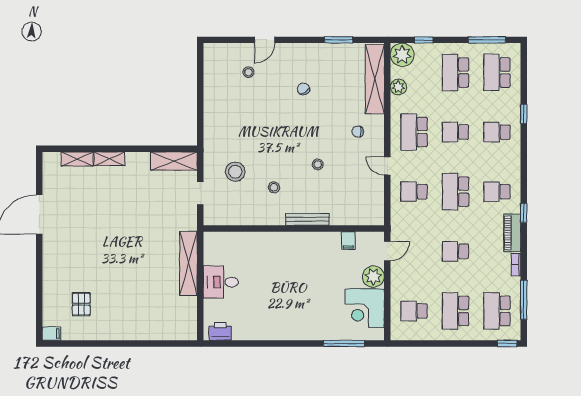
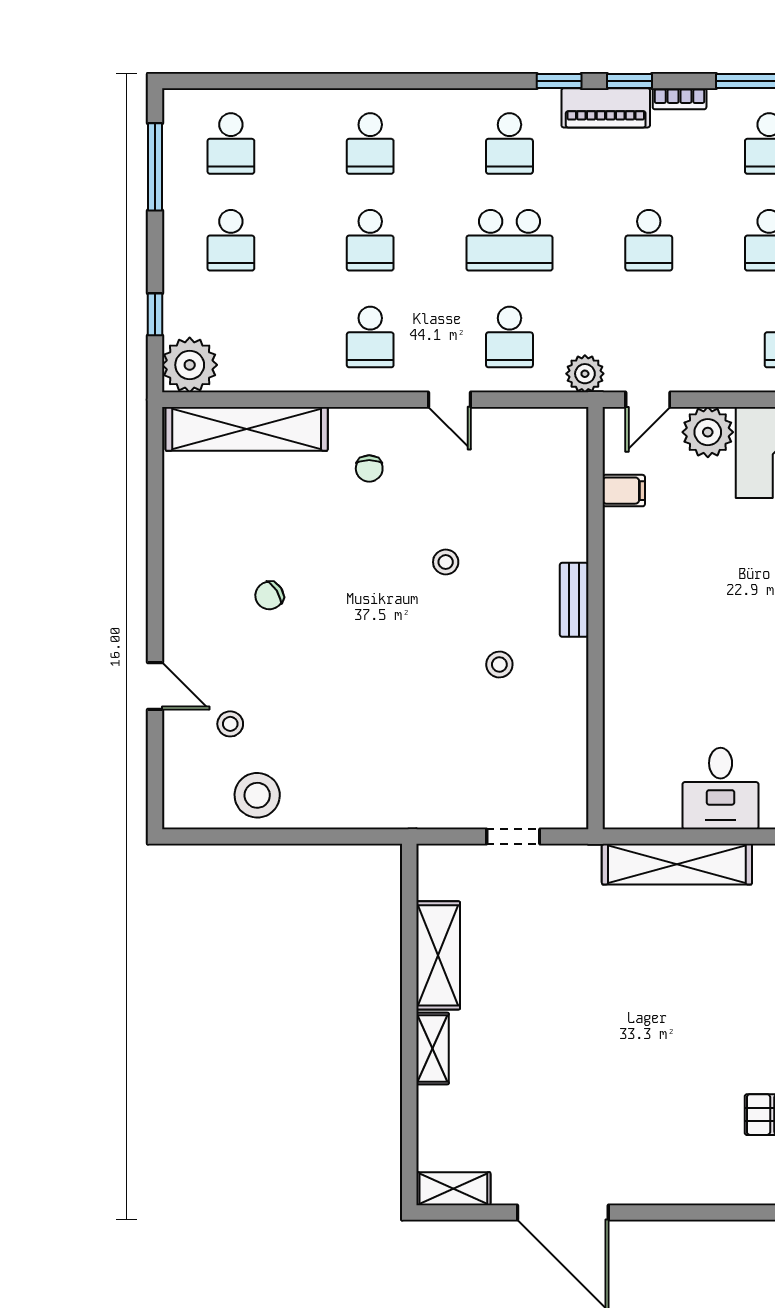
window: (339, 40) -> (155, 514), removed
school desk: (455, 72) -> (231, 240), width x0.54
school desk: (497, 72) -> (231, 144), width x0.54
plant: (398, 87) -> (585, 374), moved
window: (524, 114) -> (630, 81), moved
school desk: (414, 132) -> (370, 337), width x0.54
shelving: (77, 159) -> (453, 1189), moved, turned 90
shelving: (174, 161) -> (438, 955), moved
door: (387, 166) -> (449, 400), hinge flipped
stool: (235, 172) -> (257, 795), moved
bench: (307, 219) -> (574, 600), width x0.73
door: (387, 251) -> (648, 400), swing flipped

